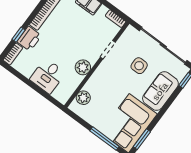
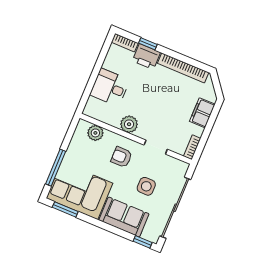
armchair: (109, 81) -> (121, 157), added

